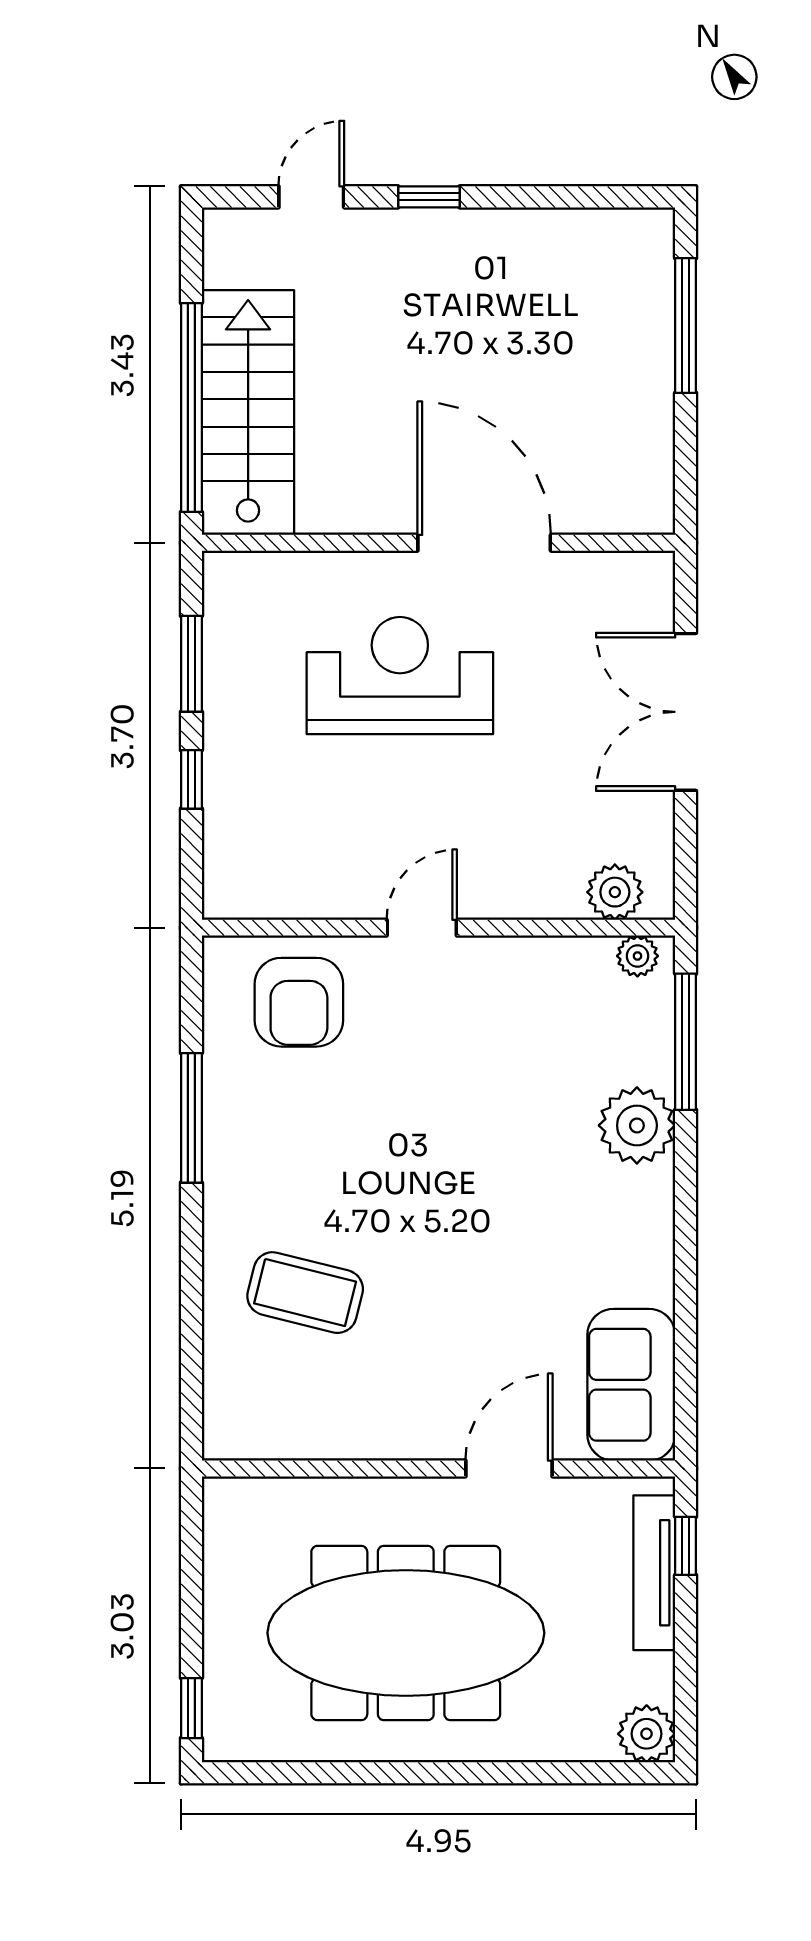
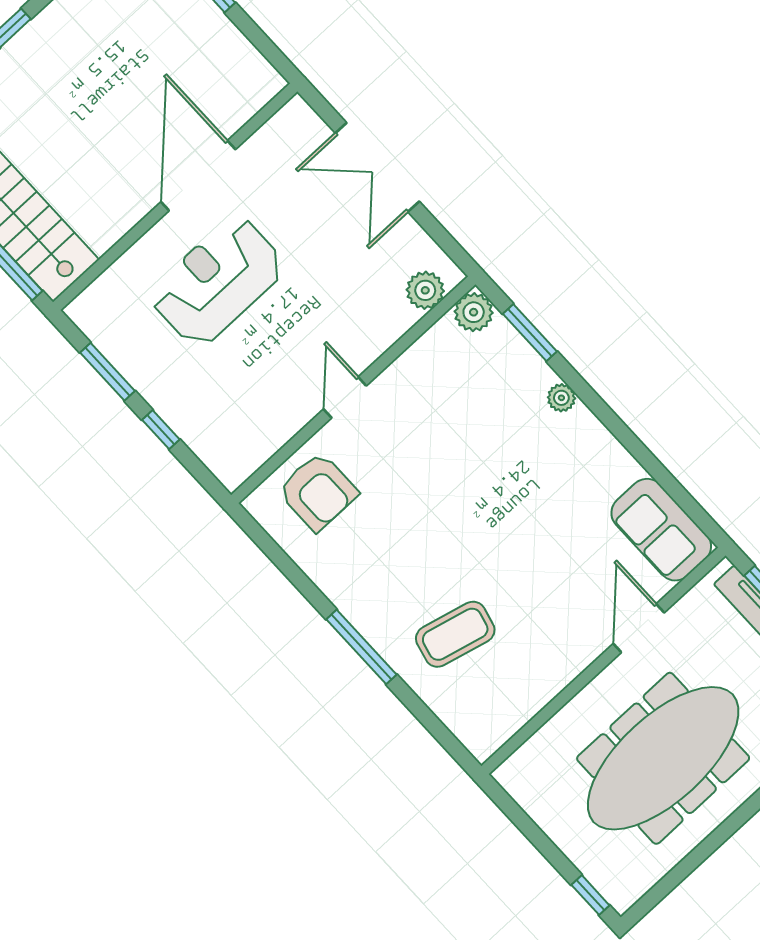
door: (484, 543) -> (198, 176), hinge flipped
plant: (637, 956) -> (474, 312), width x1.38, depth x1.38
window: (686, 1042) -> (530, 333), width x0.69
window: (191, 1118) -> (361, 647), moved
plant: (637, 1125) -> (561, 398), width x0.53, depth x0.53

